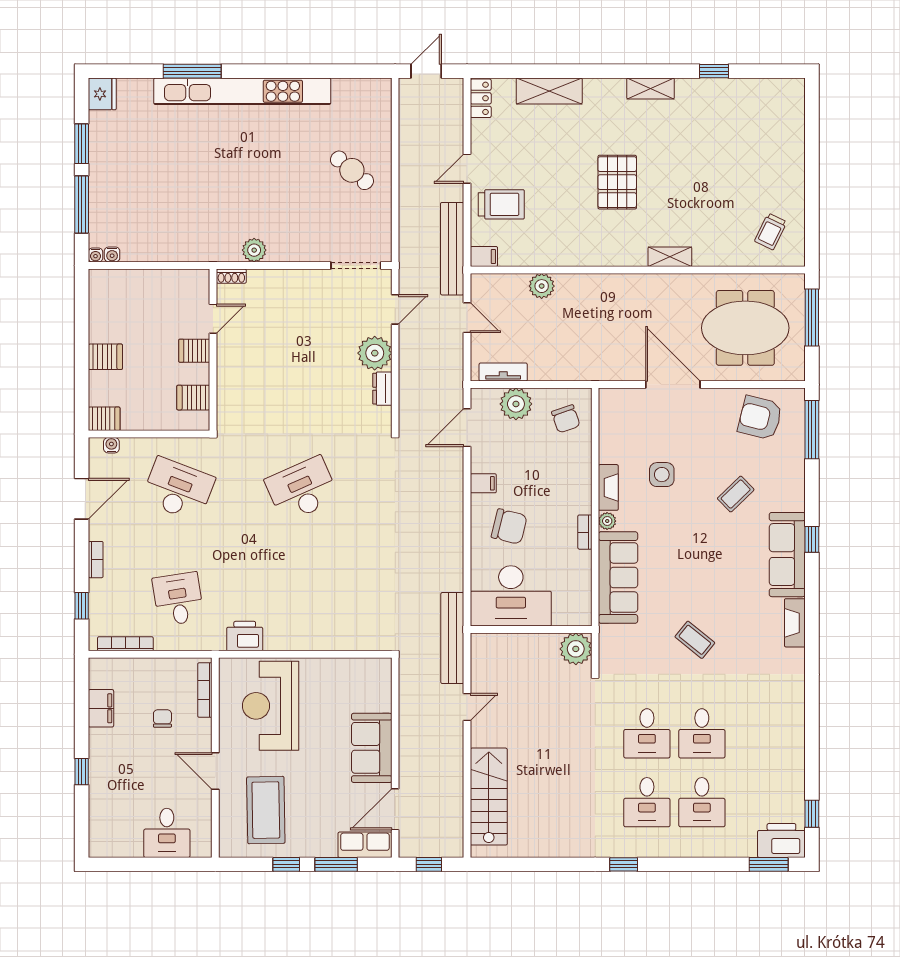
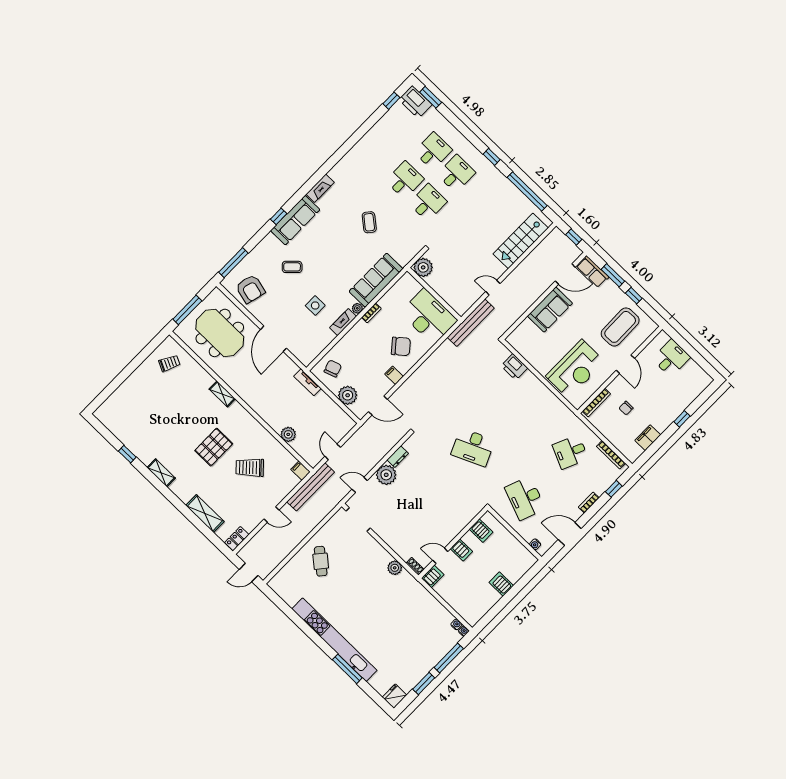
trolley: (501, 204) -> (250, 468), moved, turned -43
tv unit: (503, 372) -> (307, 382), moved
server rack: (104, 419) -> (433, 576), moved, turned 90
chair: (509, 526) -> (401, 346), turned 126
desk: (178, 599) -> (570, 452), turned 33
printer: (245, 636) -> (514, 367), moved
window: (539, 864) -> (527, 192), added

